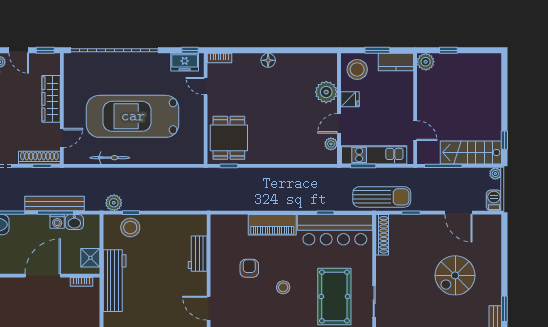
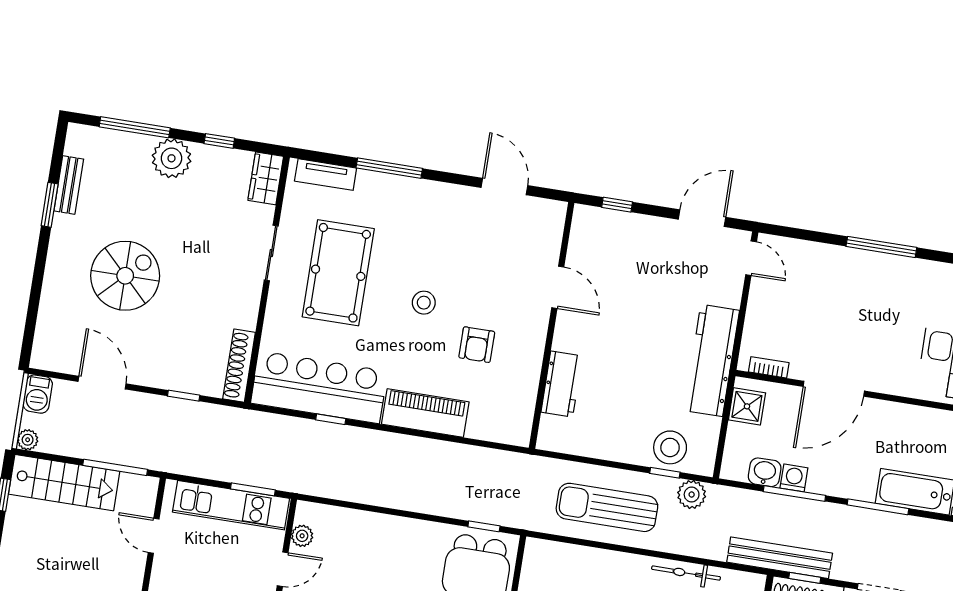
sun lounger: (382, 197) -> (607, 507), moved
bench: (55, 204) -> (780, 558), moved

